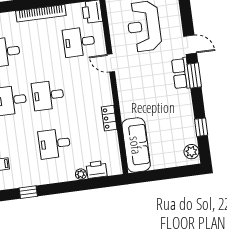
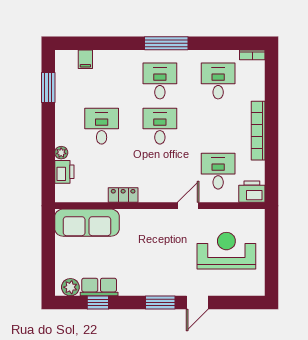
row of seats: (181, 73) -> (99, 287), moved
window: (28, 192) -> (48, 87), width x1.50

